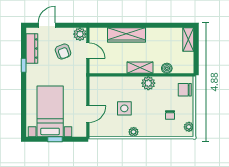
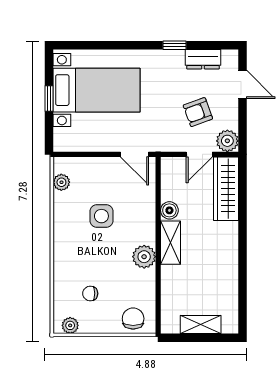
wardrobe: (126, 35) -> (226, 189), moved
shelving: (188, 40) -> (201, 325), moved
dresser: (32, 48) -> (203, 59), width x0.70
boiler: (167, 68) -> (169, 210), moved
door: (88, 114) -> (134, 154), moved
plant: (134, 132) -> (61, 182), moved

